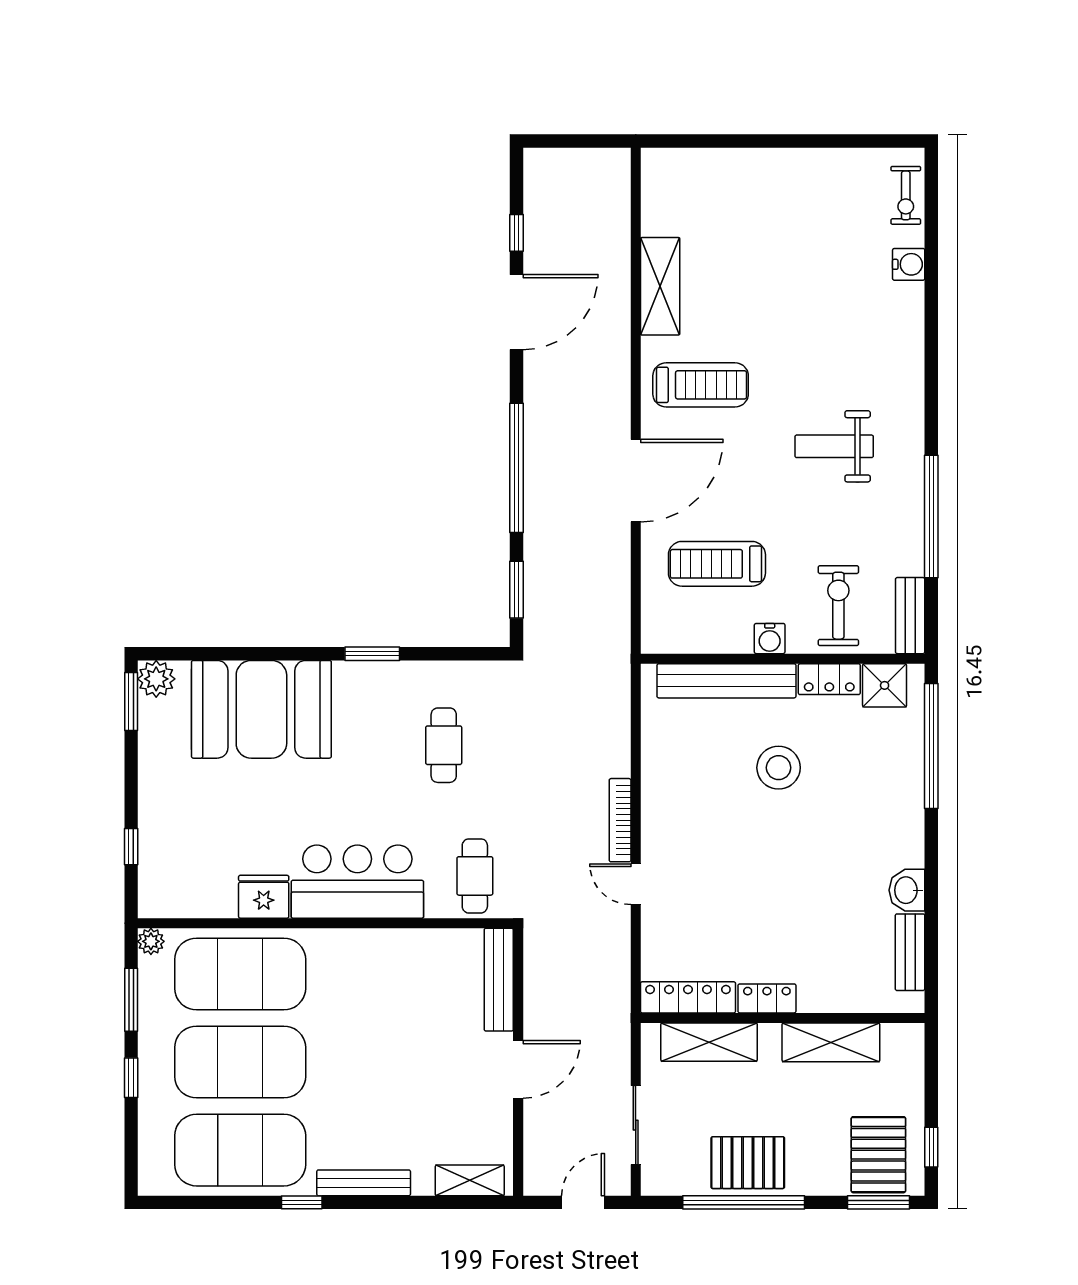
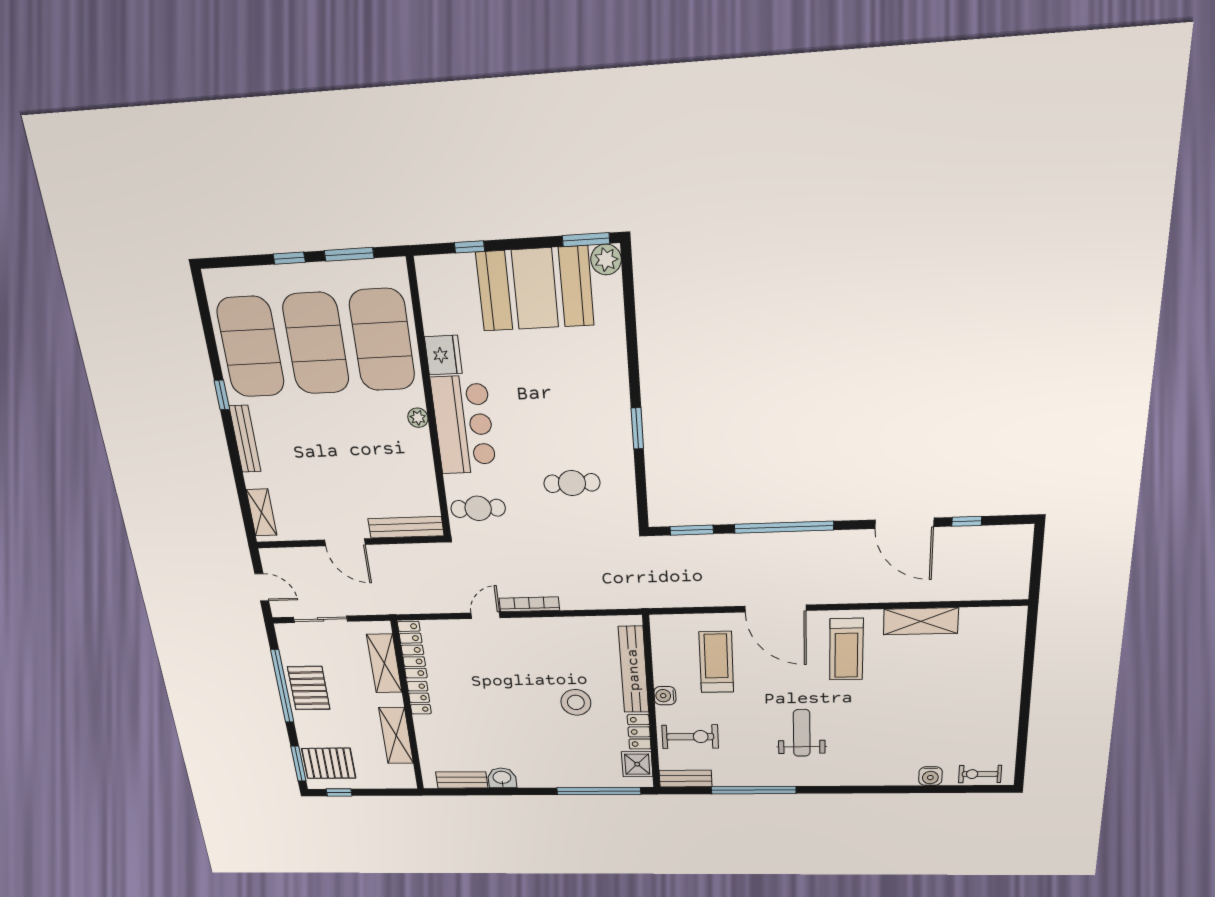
booth: (261, 709) -> (535, 289), moved, turned 90
plant: (151, 941) -> (418, 418), moved

